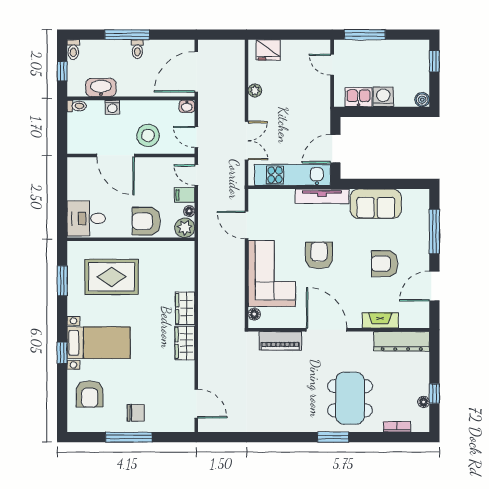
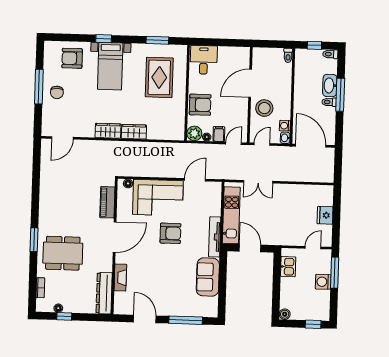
fridge: (268, 50) -> (325, 215), moved
washbasin: (101, 88) -> (330, 85), moved, turned 180
plant: (255, 91) -> (295, 189), removed
washing machine: (383, 97) -> (323, 282), moved, turned 180
washing machine: (112, 107) -> (285, 126), moved
armchair: (146, 221) -> (200, 105), turned 90
armchair: (385, 264) -> (163, 282), removed

